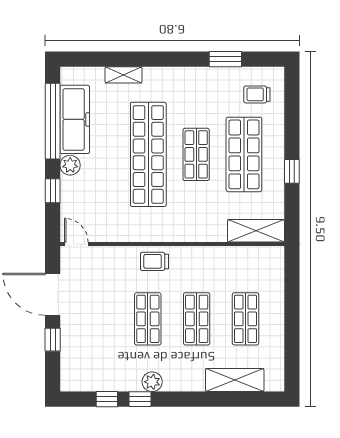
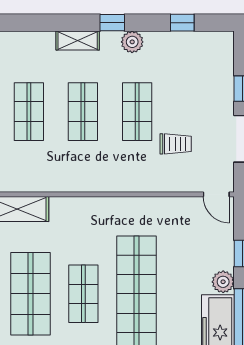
trolley: (155, 261) -> (176, 144), moved
shelving: (235, 380) -> (78, 41), moved, width x0.67, depth x0.75
window: (140, 399) -> (112, 23), moved

